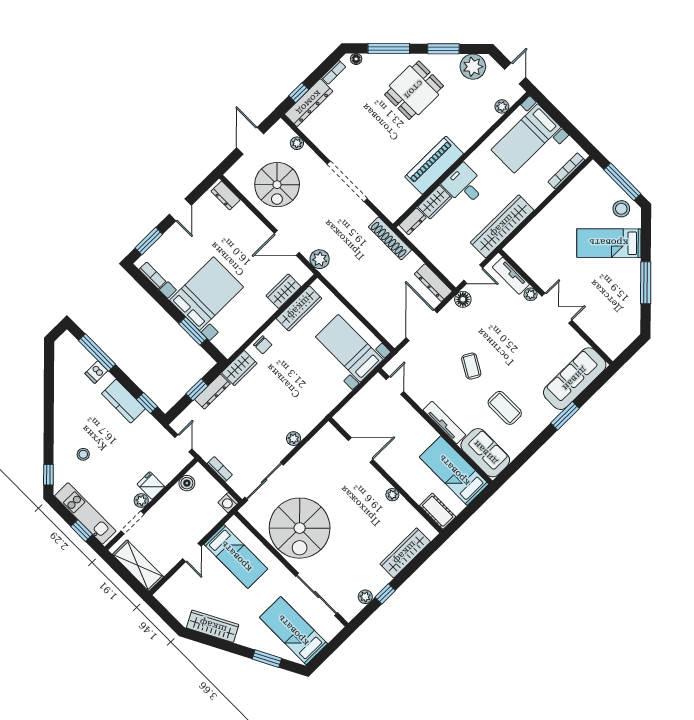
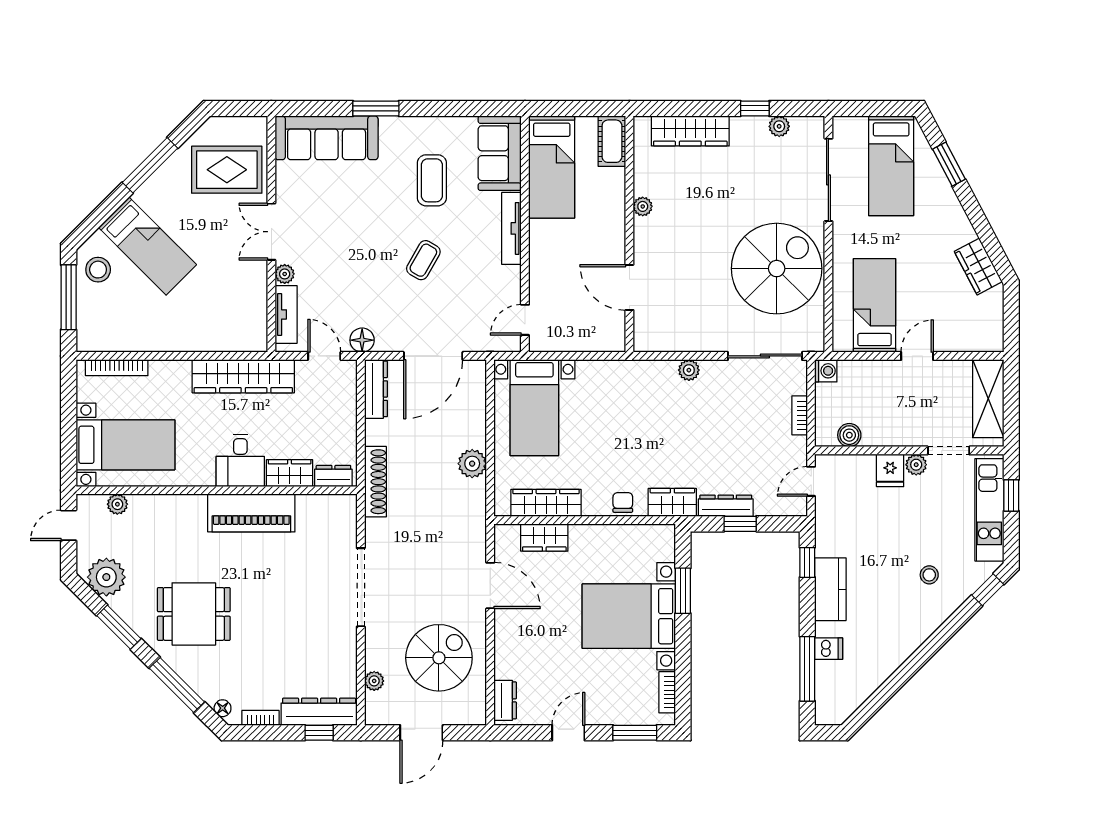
plant: (320, 259) -> (472, 464), moved
rug: (607, 317) -> (227, 170), added
wardrobe: (213, 626) -> (978, 267), width x0.67

